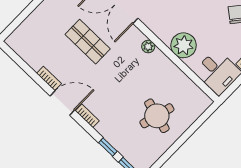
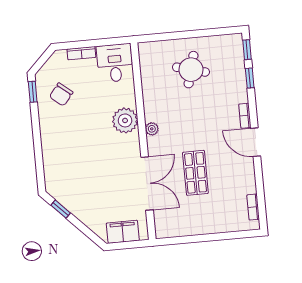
plant: (184, 45) -> (125, 120), moved
bookcase: (49, 78) -> (253, 207), moved

